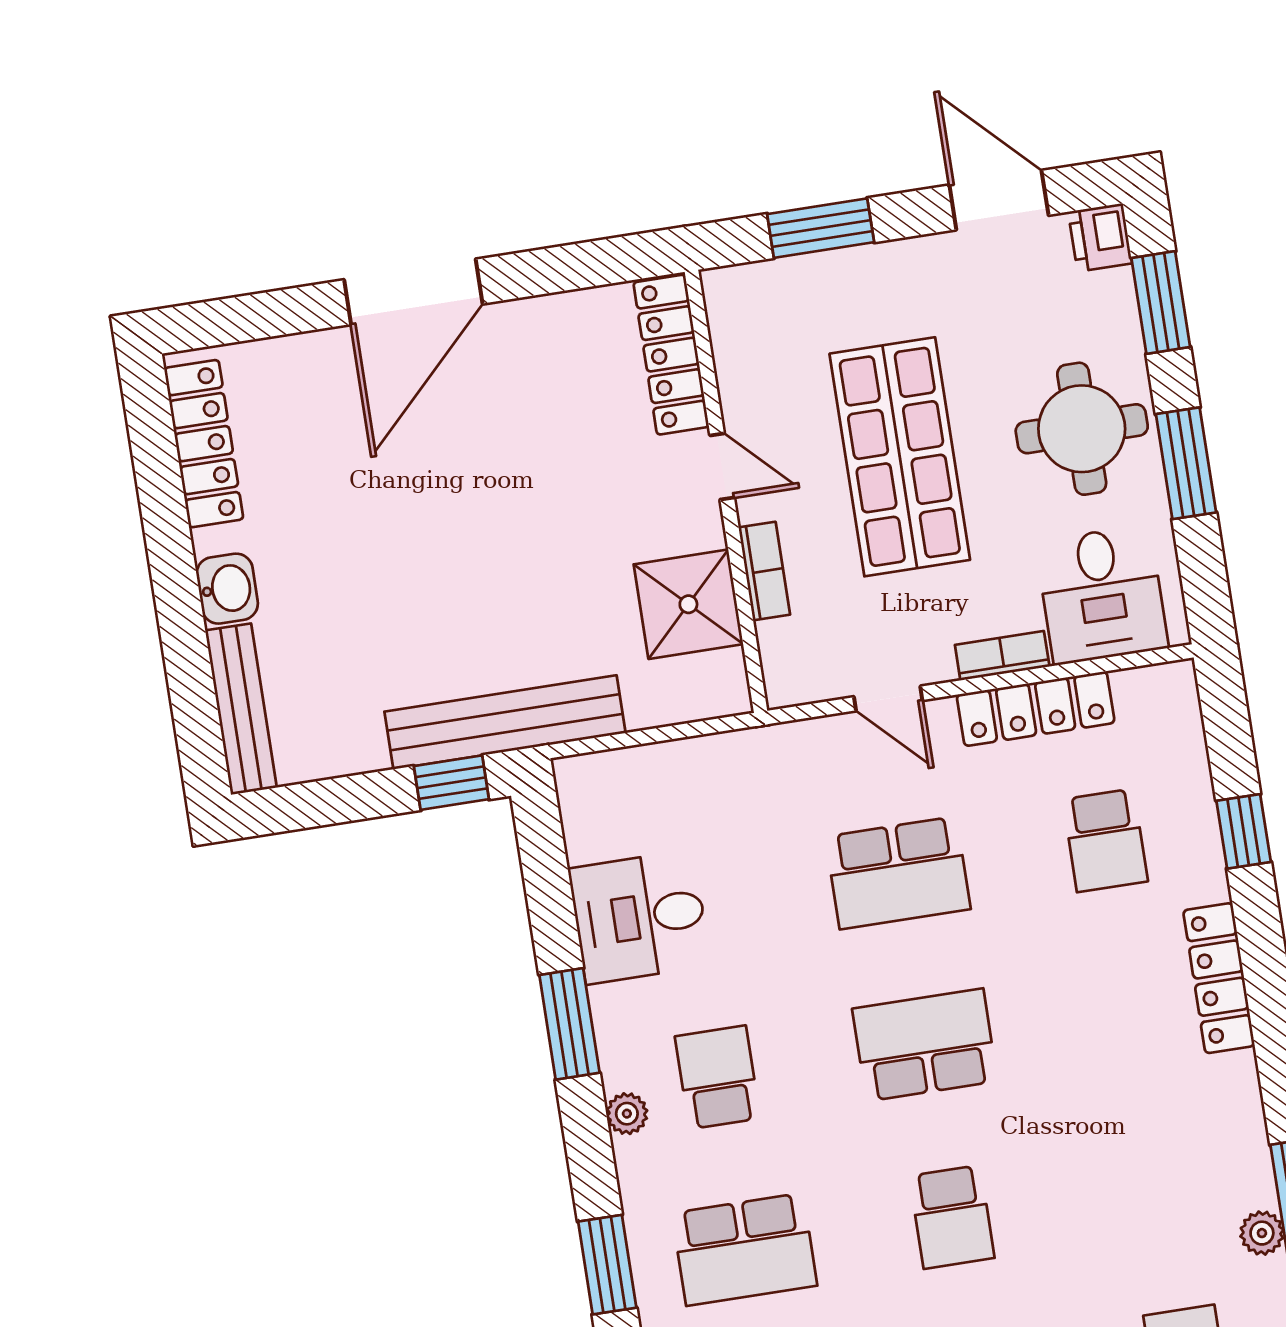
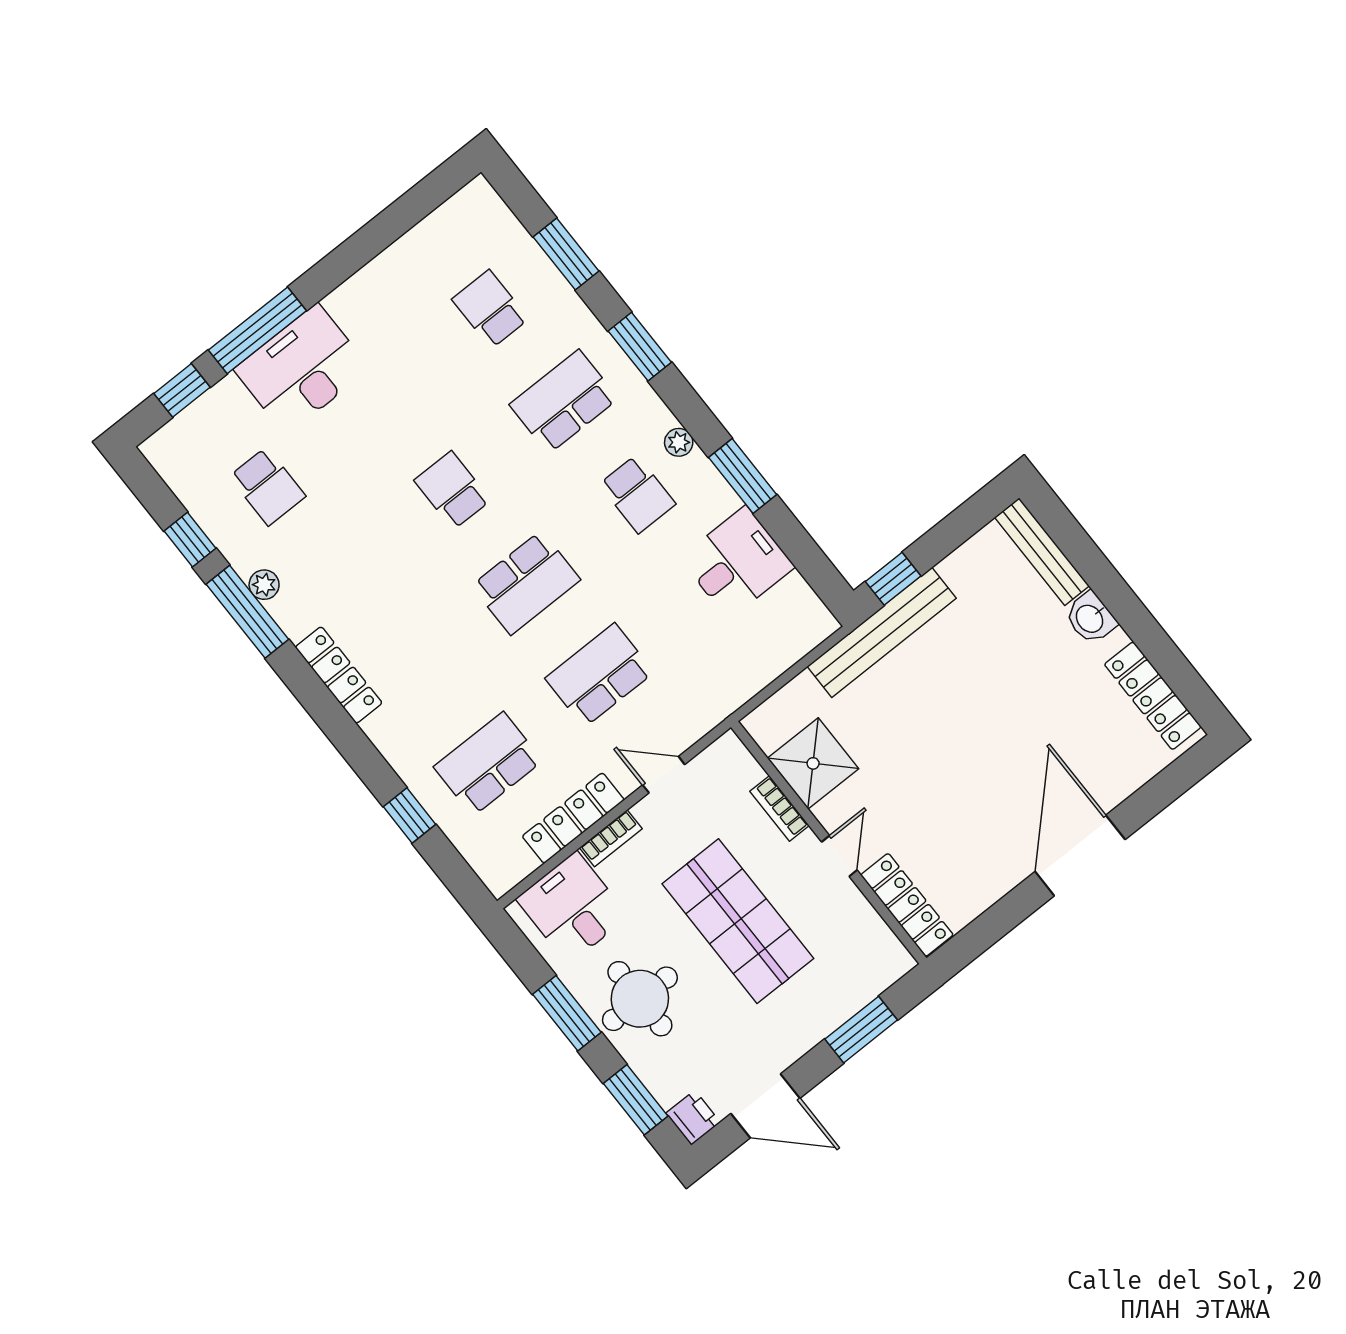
door: (722, 466) -> (839, 856), swing flipped
school desk: (1105, 840) -> (488, 764), width x1.85
locker: (1219, 978) -> (339, 675), moved

